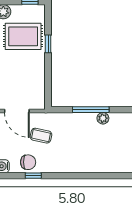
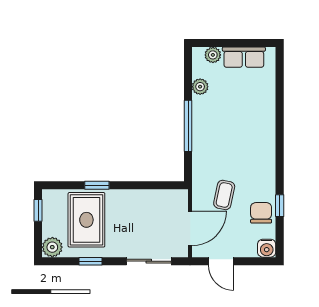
plant: (103, 118) -> (200, 87), moved

